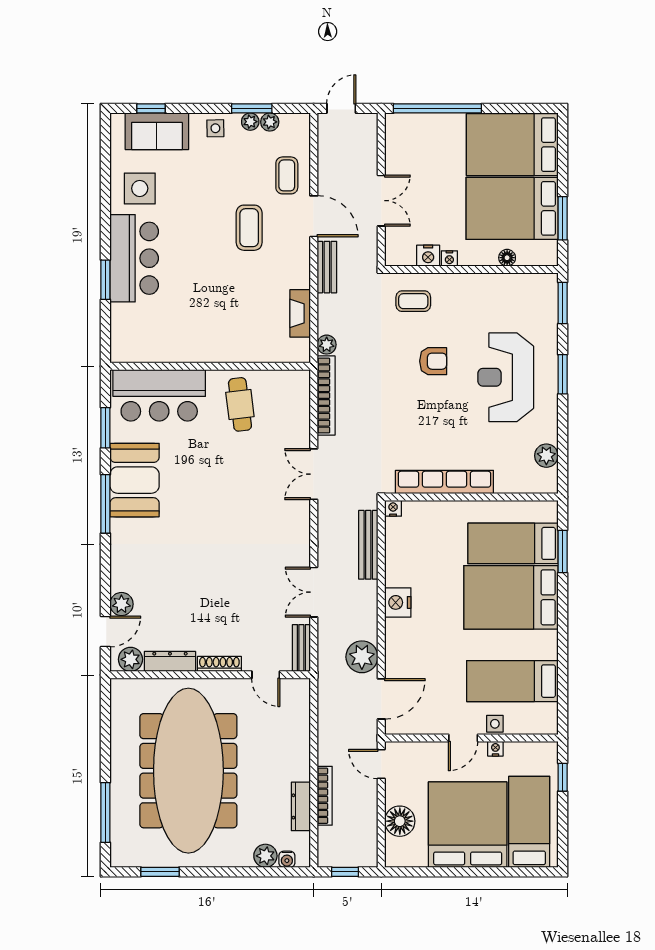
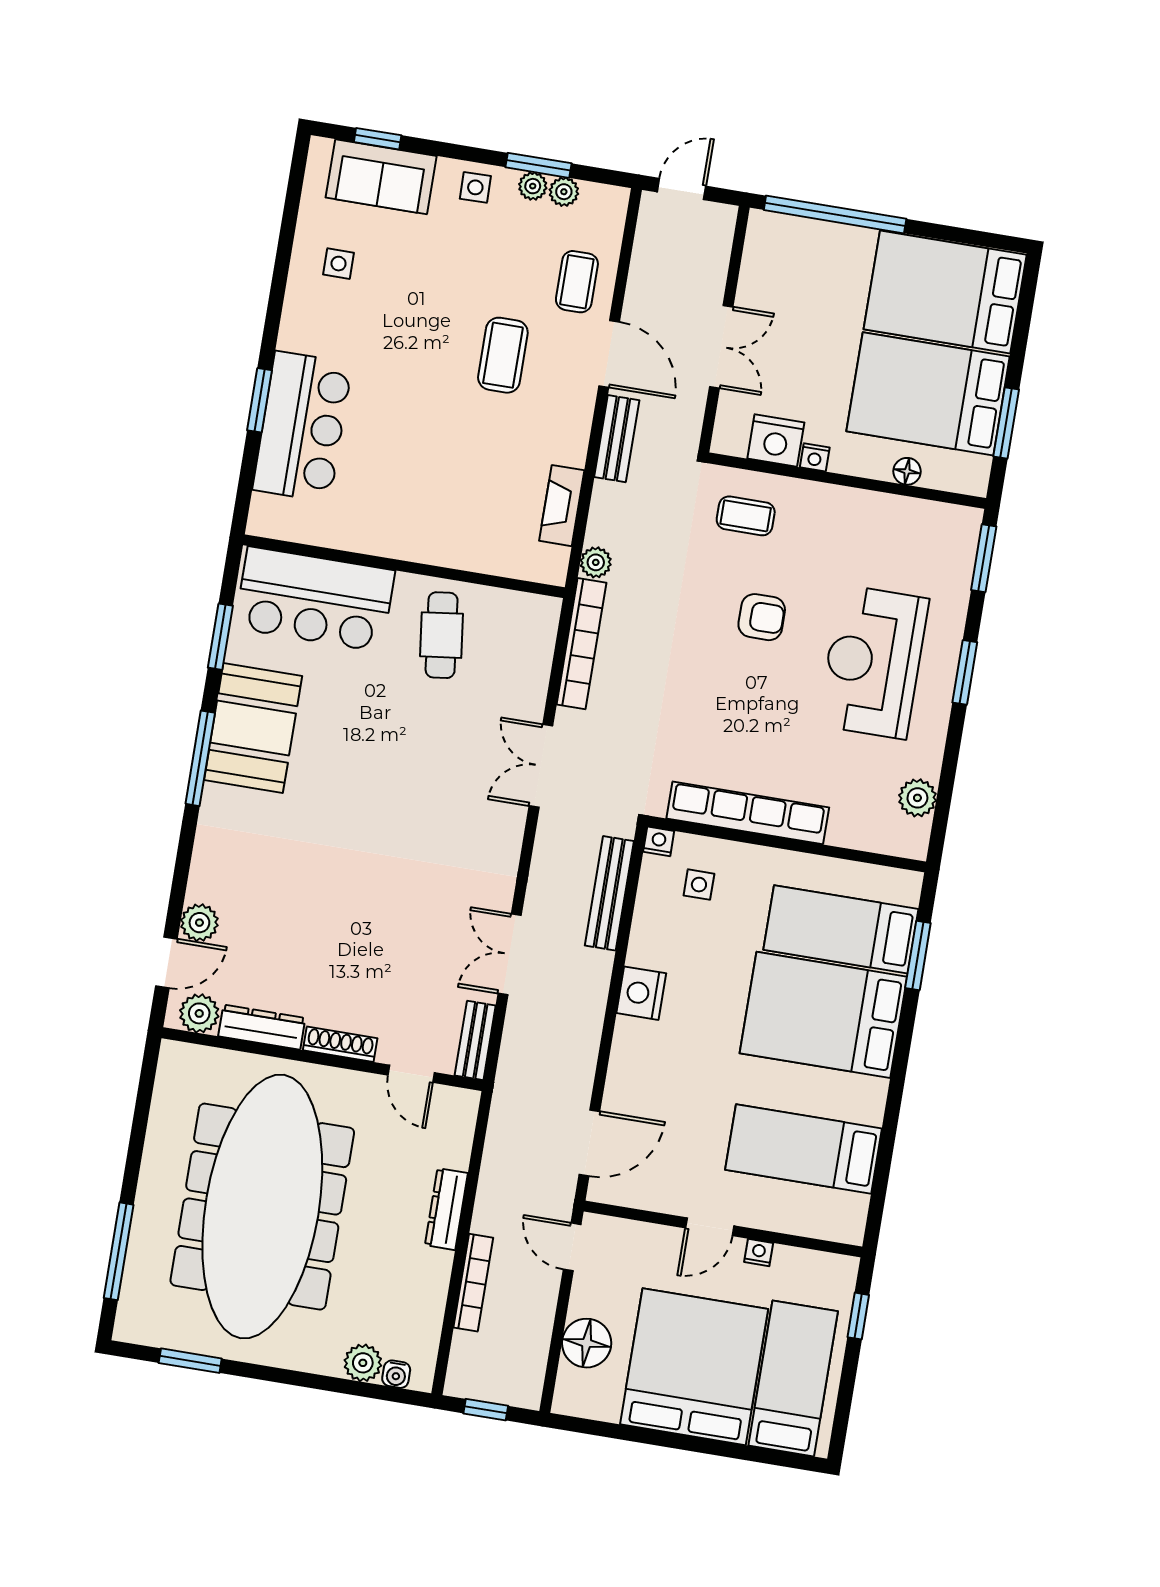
side table: (140, 188) -> (339, 264), width x0.54, depth x0.54
nightstand: (428, 256) -> (776, 440), width x1.36, depth x1.33
bar counter: (134, 258) -> (302, 427), moved
plant: (362, 657) -> (570, 1070), removed
side table: (495, 724) -> (699, 885), moved
dresser: (301, 806) -> (446, 1209), moved

